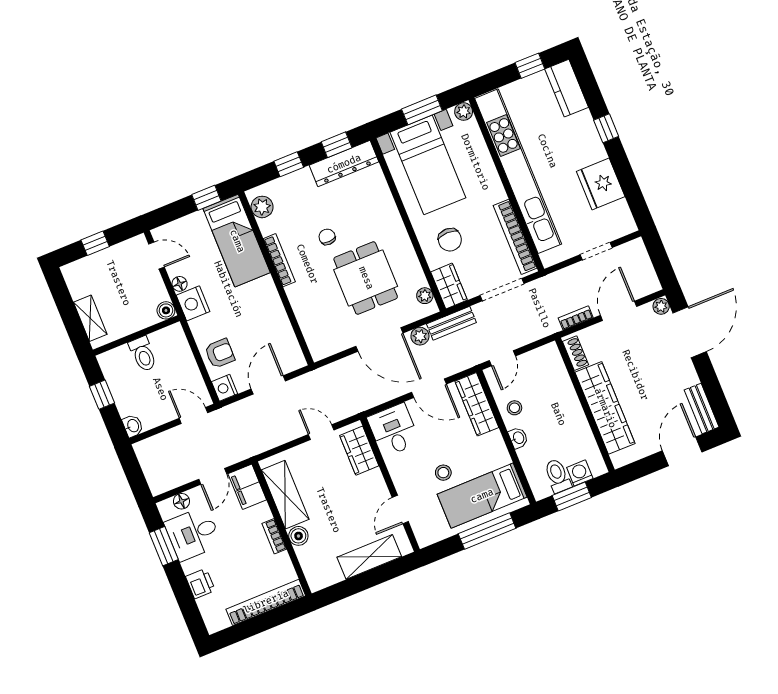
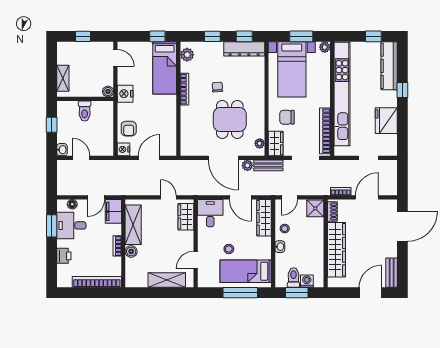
kitchen counter: (567, 88) -> (389, 66), width x1.50
chair: (450, 240) -> (287, 117), turned 90
floor lamp: (180, 284) -> (122, 79), removed
plant: (661, 306) -> (392, 205), removed
armchair: (220, 353) -> (129, 129), turned 90
shower: (548, 359) -> (315, 208), added
door: (193, 415) -> (81, 158), moved

